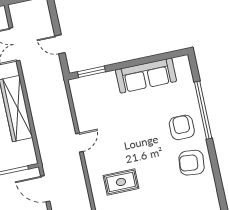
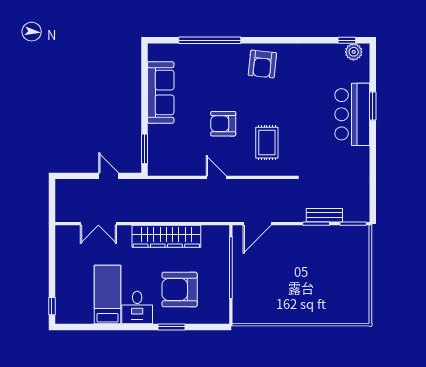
door: (60, 44) -> (109, 176), swing flipped
armchair: (182, 127) -> (223, 124), moved

